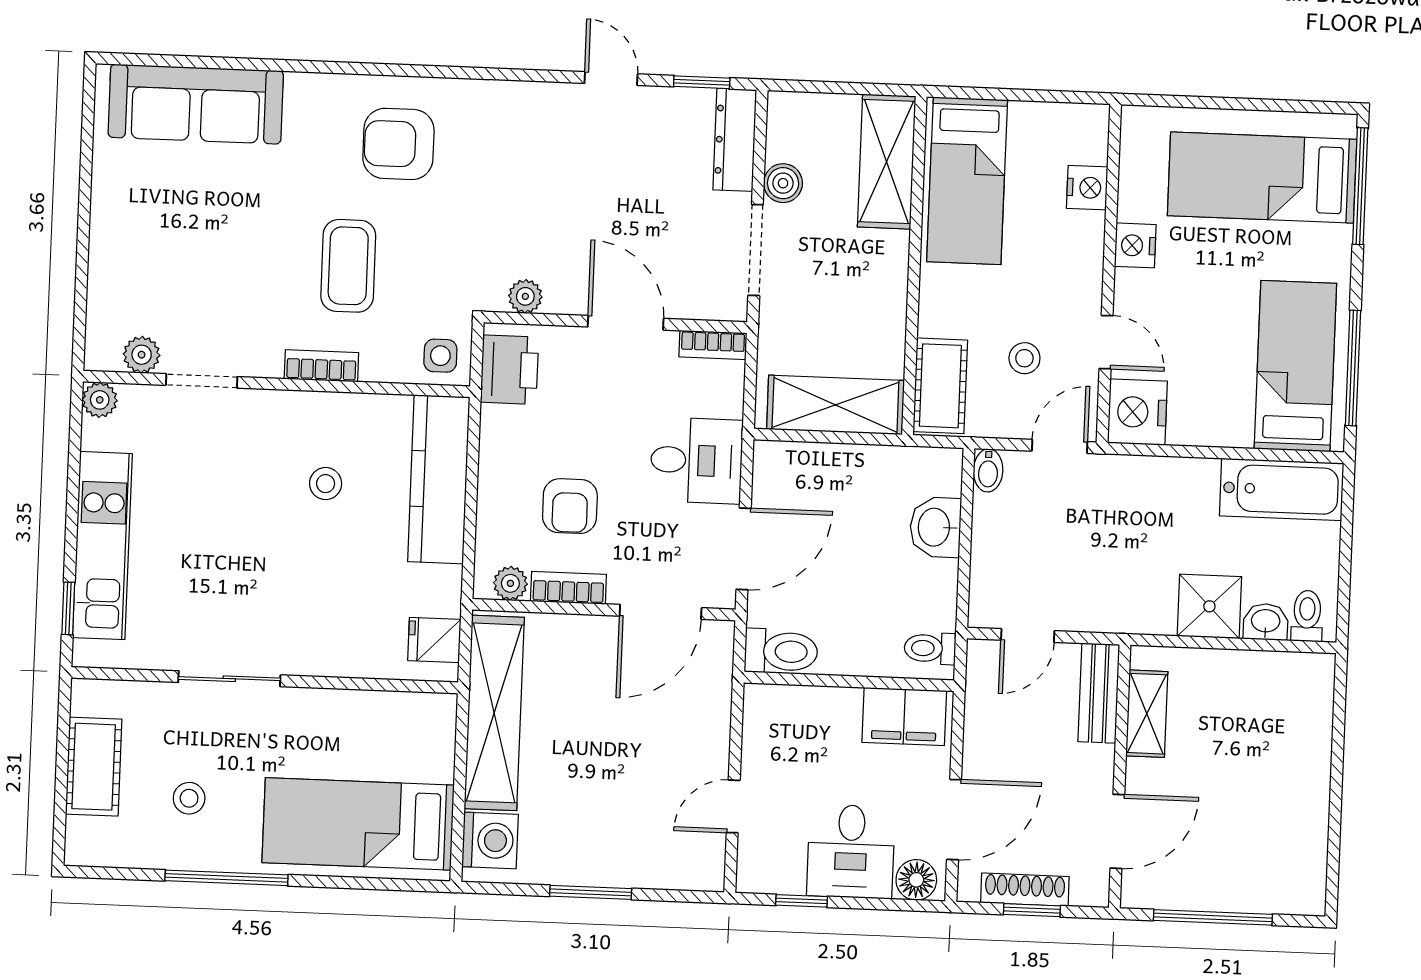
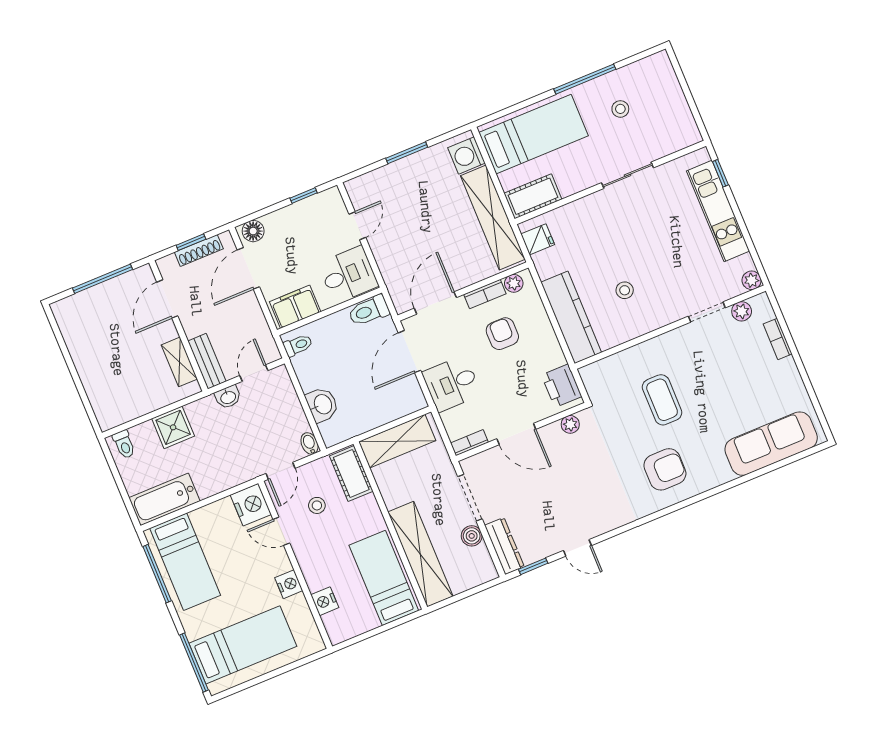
shelving: (887, 162) -> (420, 554), width x1.47
side table: (440, 356) -> (598, 377), removed
bookcase: (321, 366) -> (778, 339), moved, turned 90
washbasin: (1266, 622) -> (228, 397), moved
cot: (94, 767) -> (533, 196), moved, turned 90
desk: (851, 851) -> (348, 275), moved, turned 90

